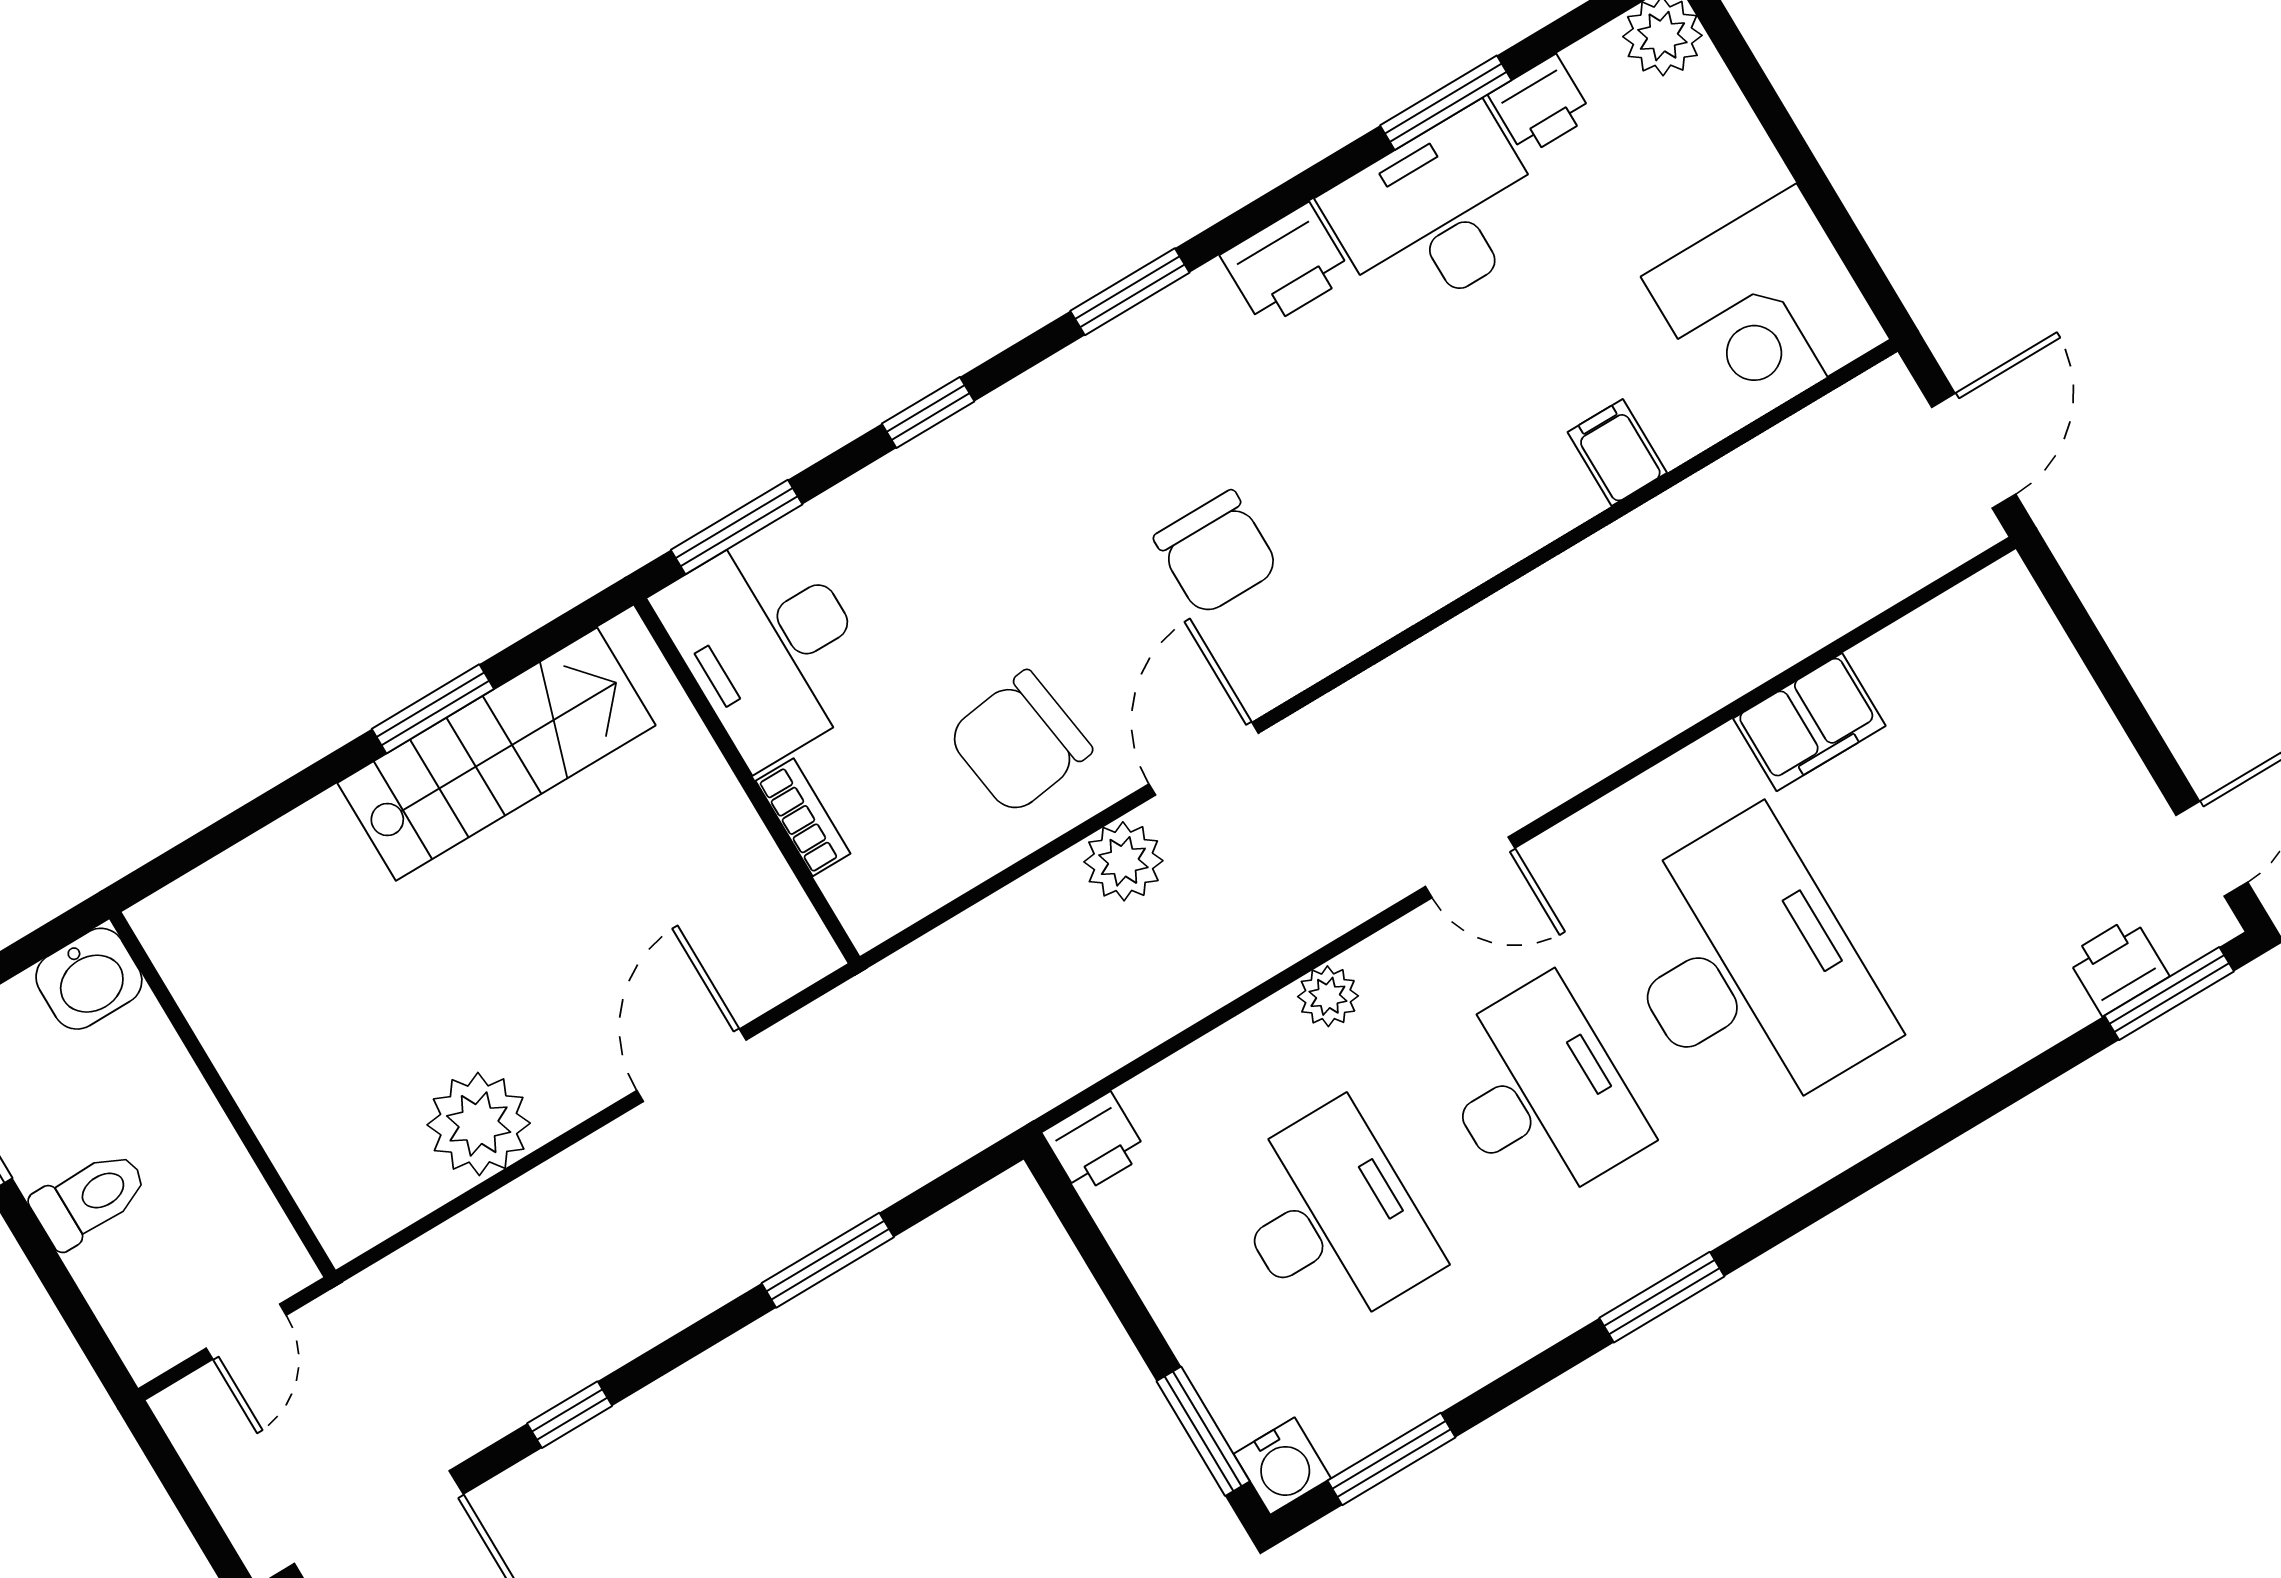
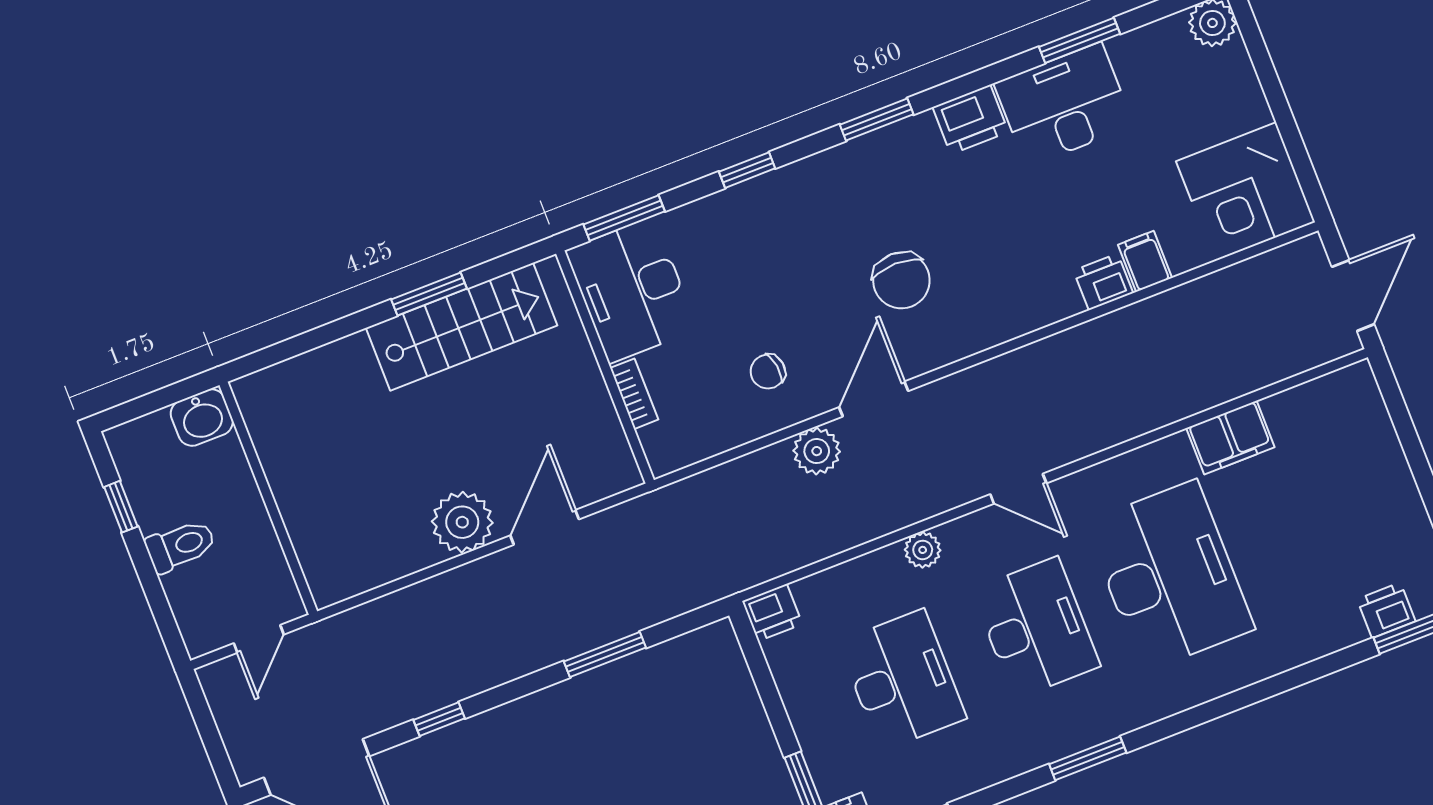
printer: (1540, 105) -> (1103, 282), moved, turned 180
chair: (1020, 742) -> (768, 372), width x0.54, depth x0.54
plant: (479, 1124) -> (462, 522), moved

